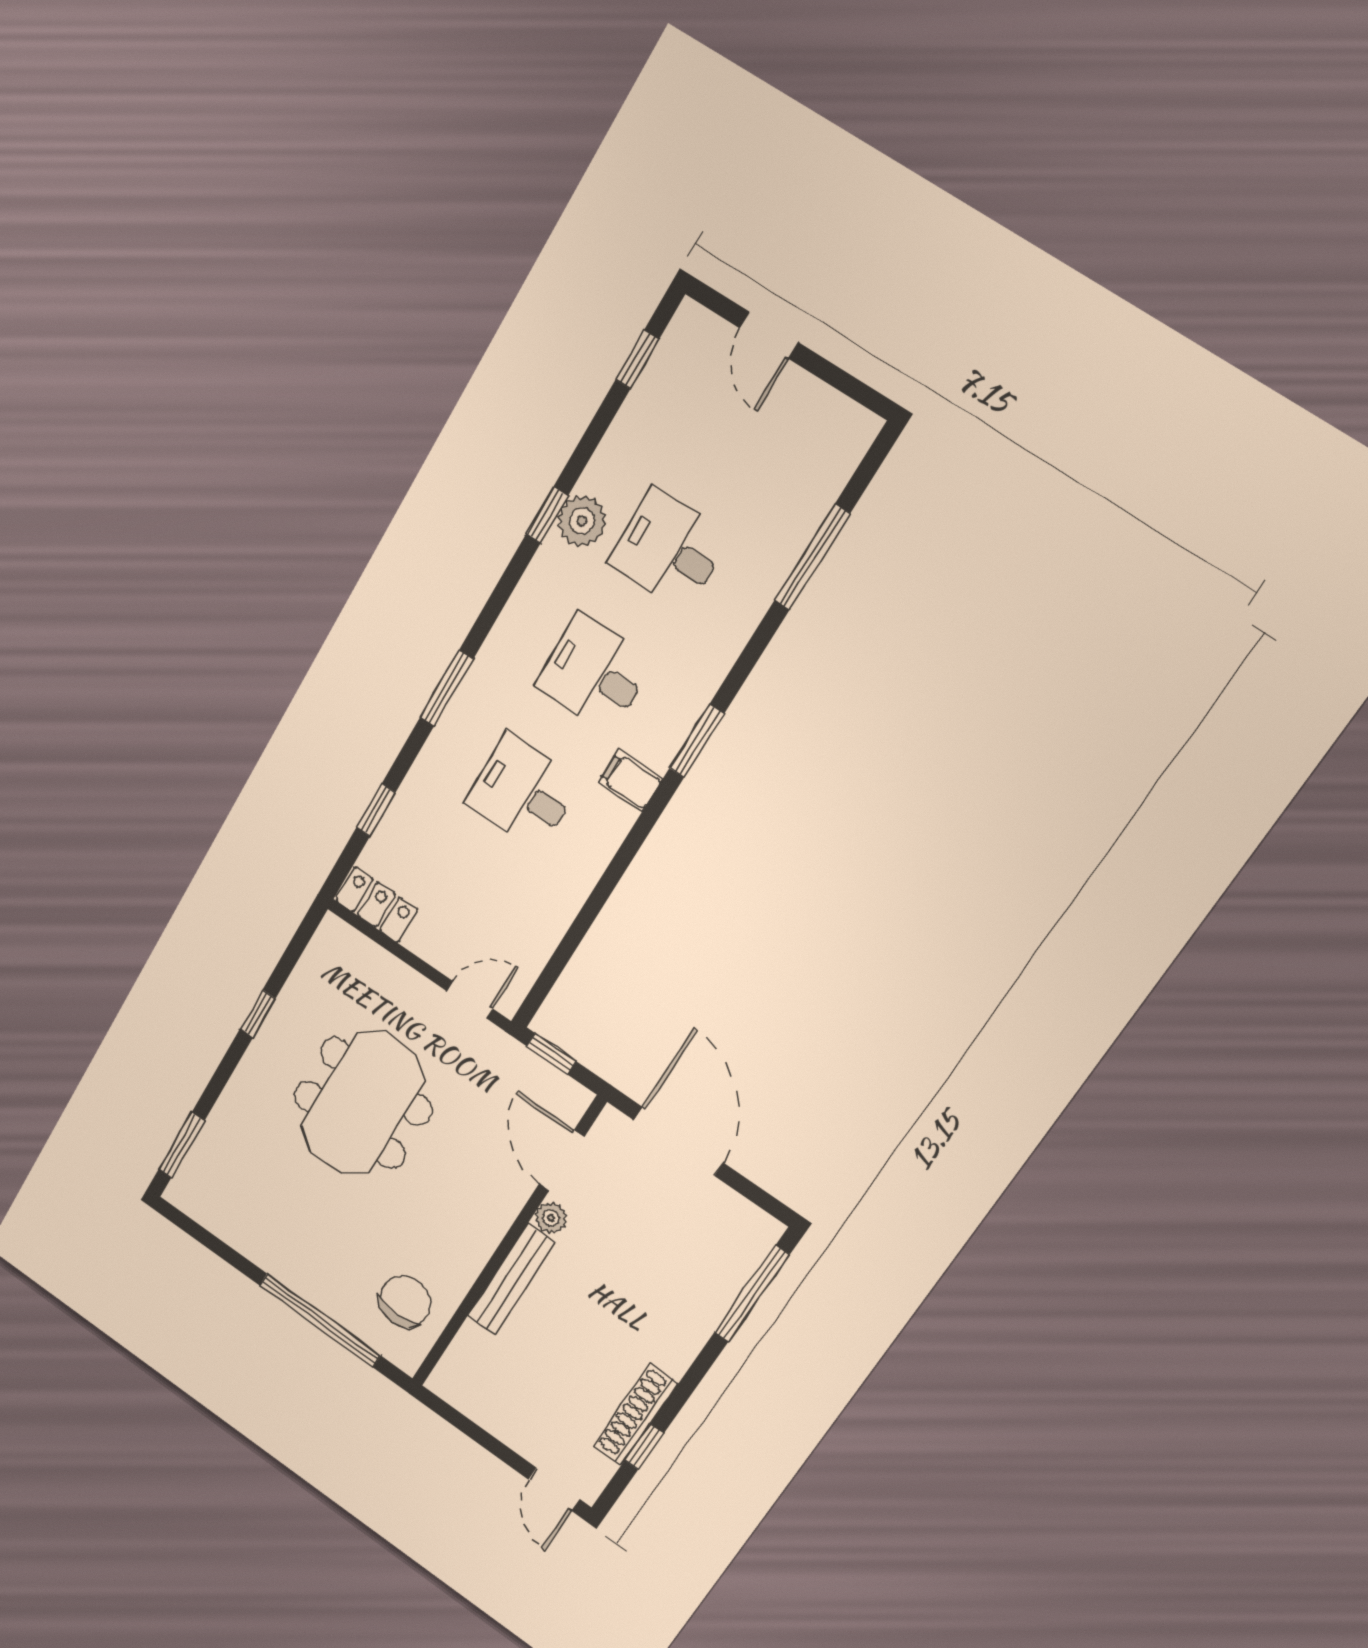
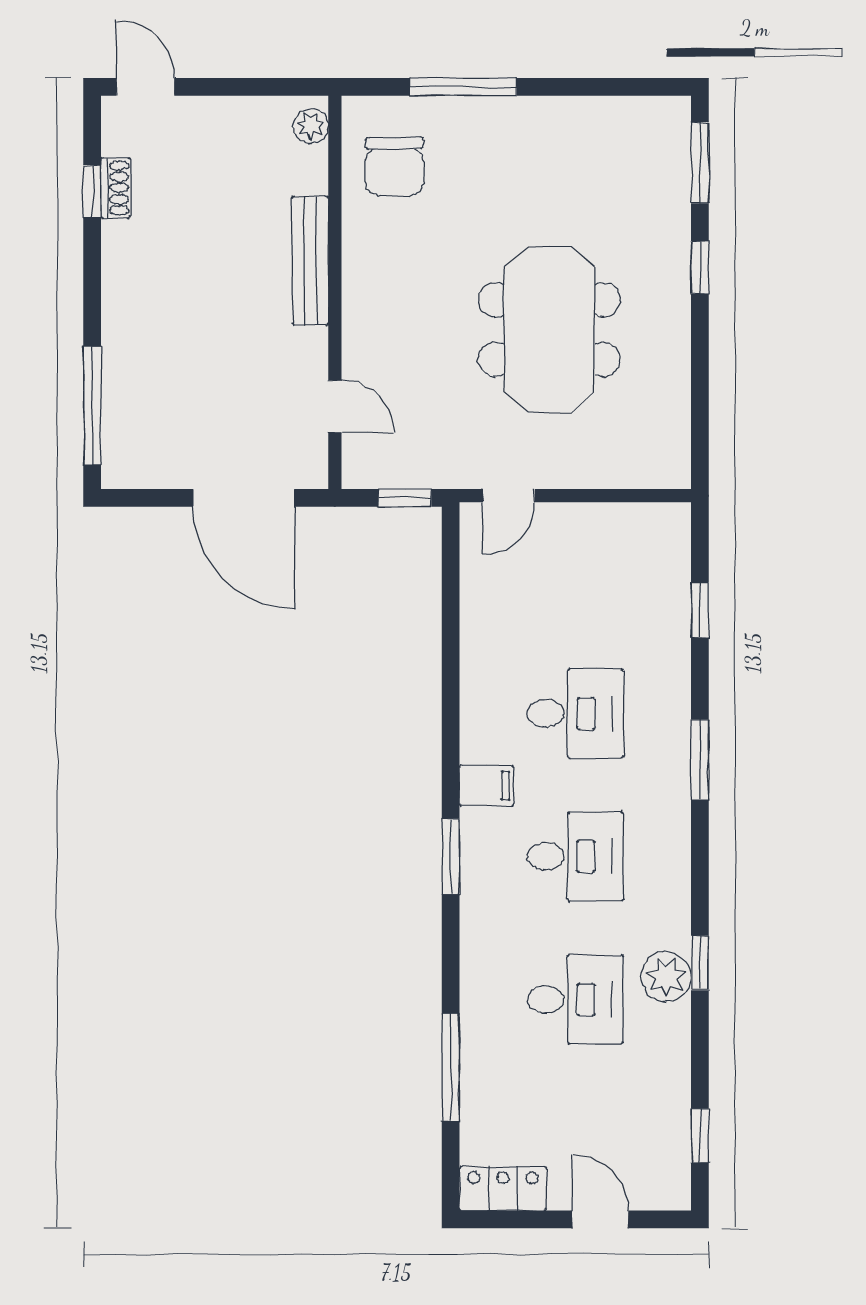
locker: (376, 905) -> (503, 1189), moved, turned 180
window: (258, 1014) -> (700, 267), moved
door: (562, 1160) -> (335, 406), width x0.73
plant: (551, 1218) -> (311, 126), moved
window: (320, 1320) -> (463, 87), width x0.68
shoe rack: (636, 1414) -> (116, 188), width x0.51, depth x0.81

